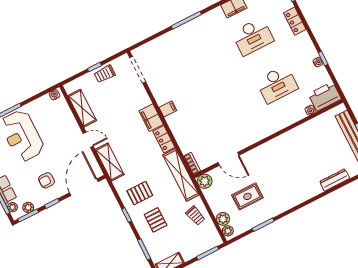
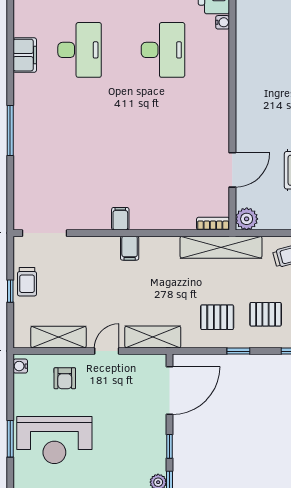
filing cabinet: (151, 118) -> (130, 248), width x0.50
locker: (164, 139) -> (159, 246), removed
armchair: (46, 180) -> (65, 378), moved
door: (84, 187) -> (169, 391), swing flipped
pallet: (140, 193) -> (217, 317), turned 90

